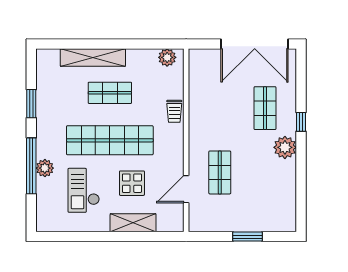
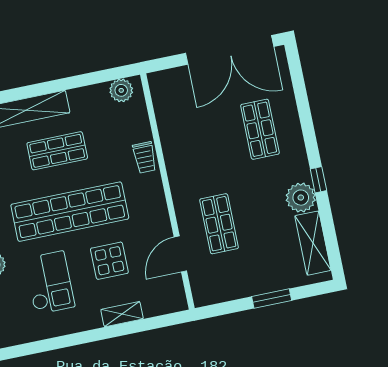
window: (301, 122) -> (318, 180), moved
plant: (285, 147) -> (301, 198), moved
checkout: (84, 190) -> (49, 283), turned 180
shelving: (287, 201) -> (313, 243), added
shelving: (133, 223) -> (122, 314), width x0.67, depth x0.75

